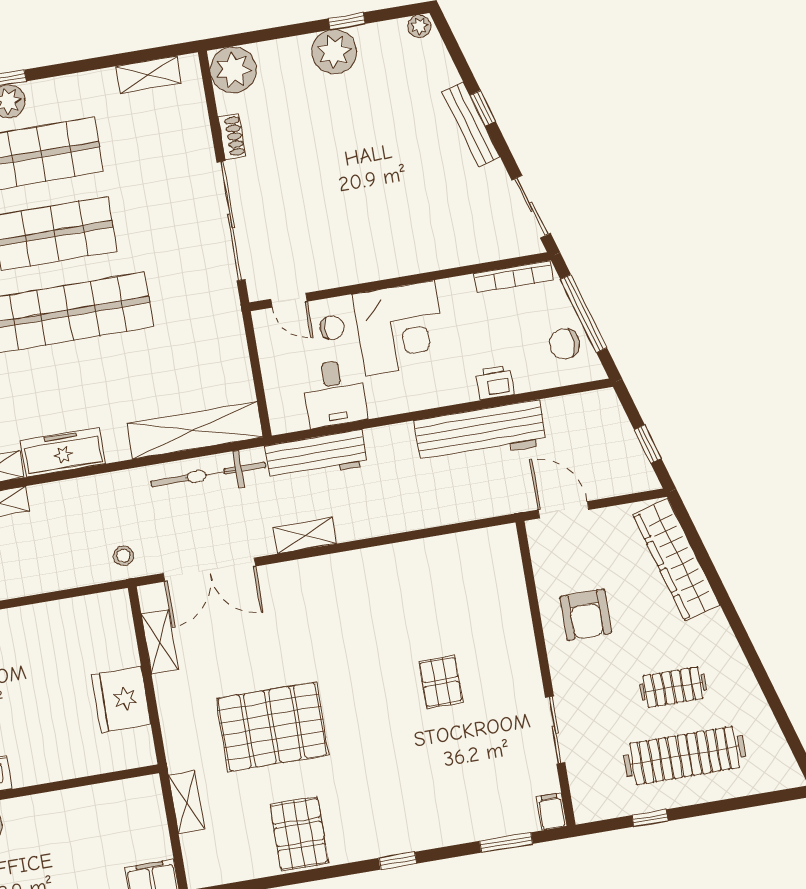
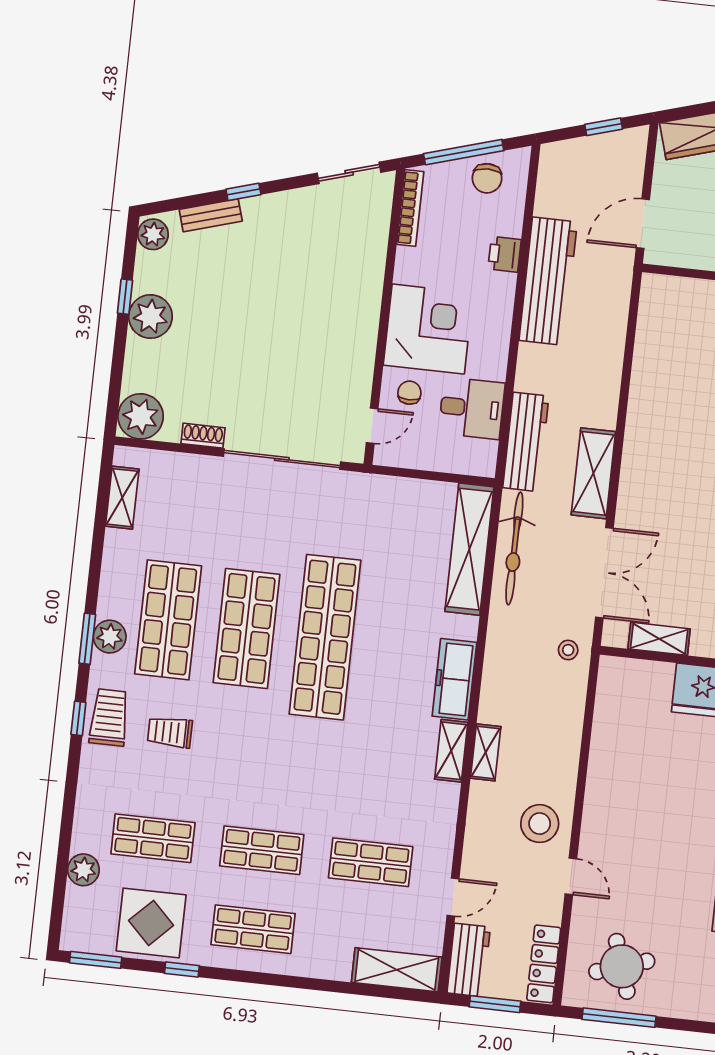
plant: (419, 26) -> (153, 234), width x1.38, depth x1.38
bench: (471, 124) -> (211, 215), moved, width x0.73
shelving: (305, 535) -> (593, 473), width x1.50, depth x1.33

